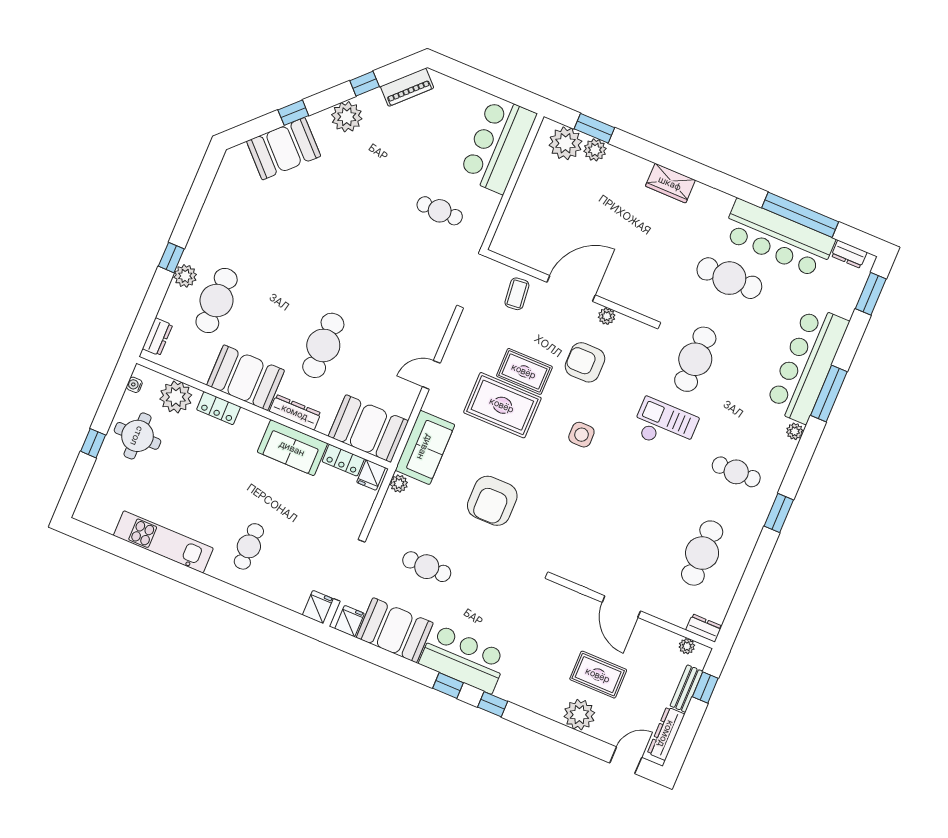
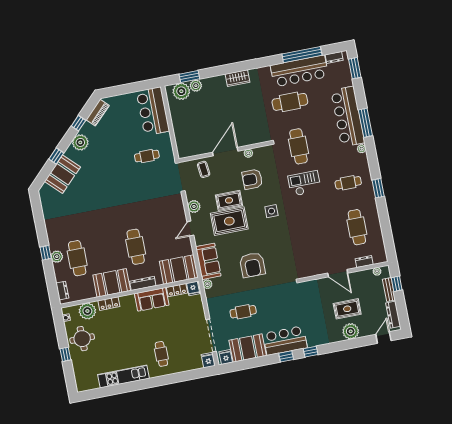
plant: (461, 343) -> (194, 206), added
dresser: (704, 628) -> (364, 262), moved

